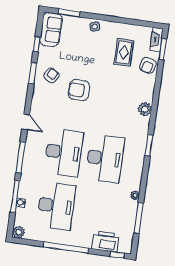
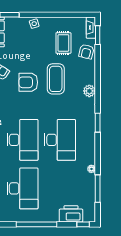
coffee table: (110, 91) -> (56, 79), added

